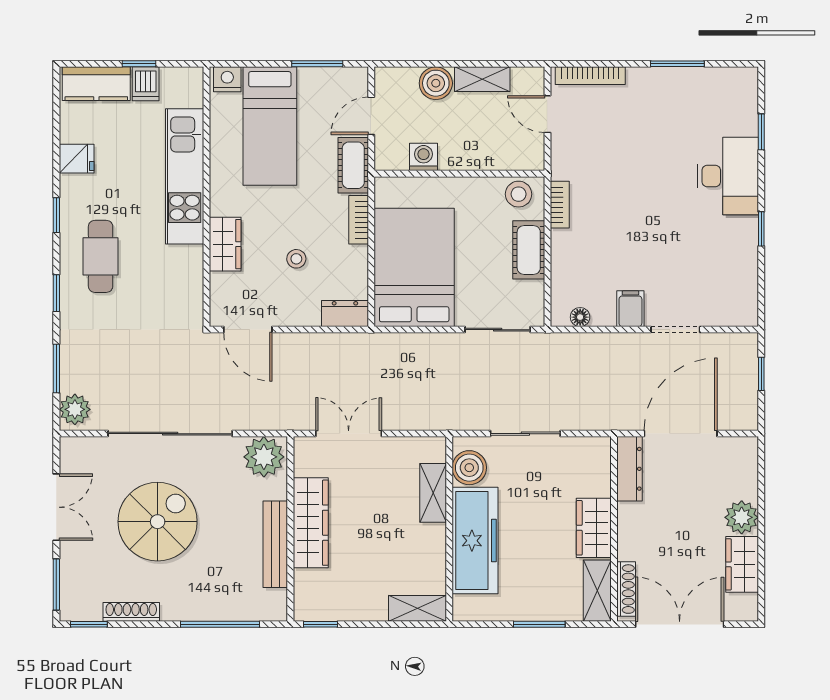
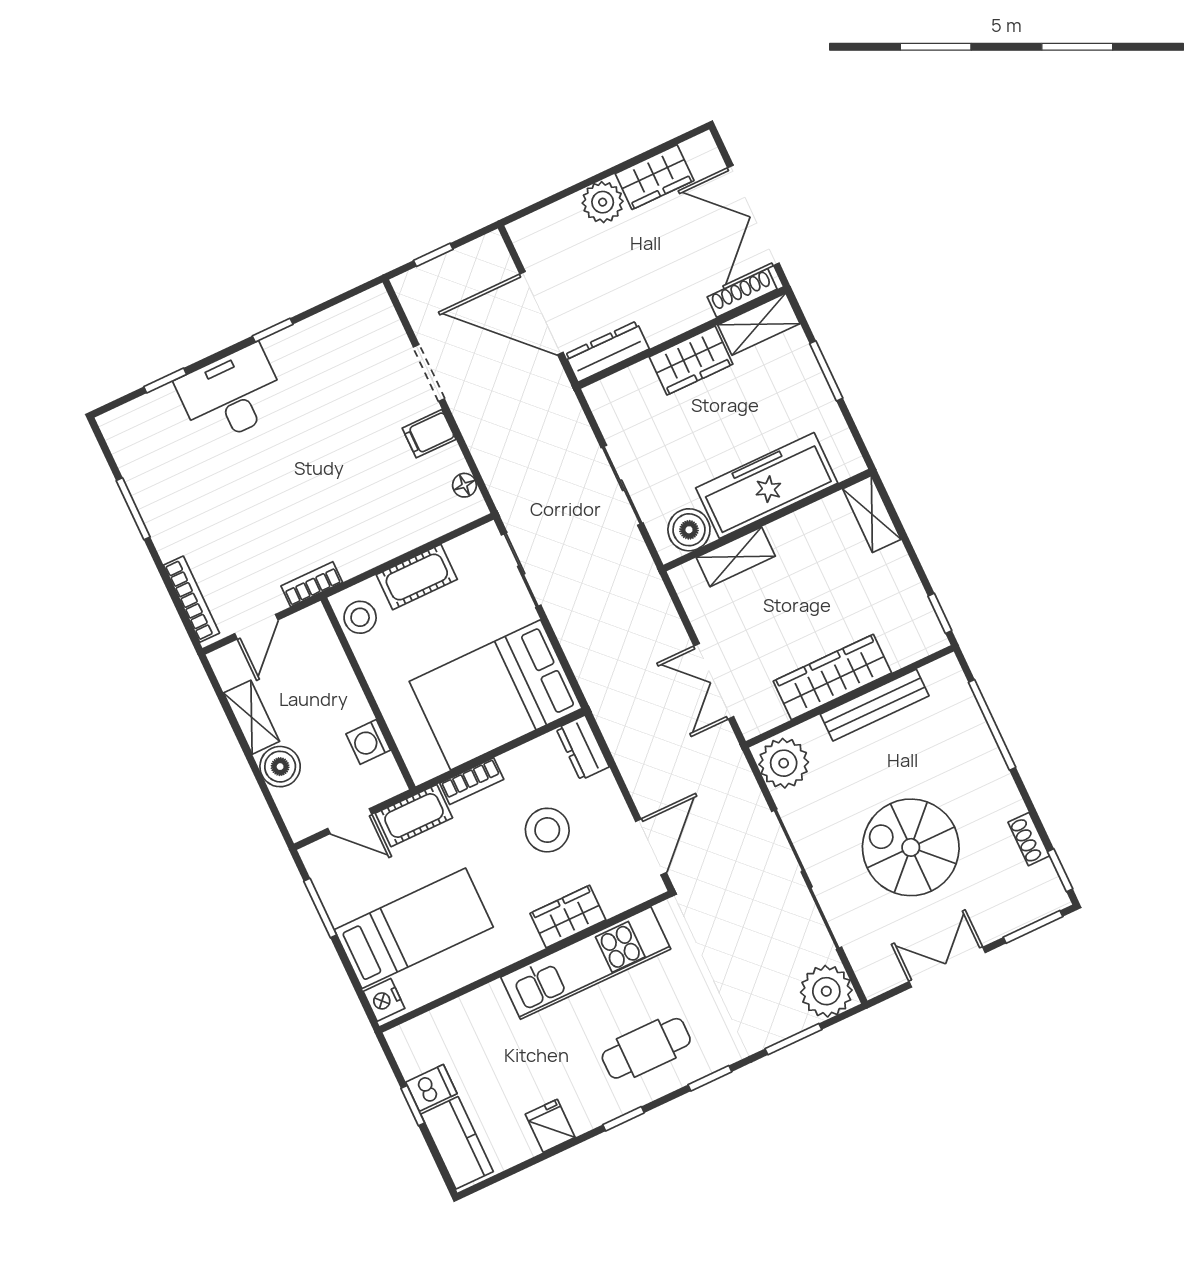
kitchen unit: (185, 176) -> (586, 963), moved
bookcase: (560, 205) -> (312, 584), moved
stool: (296, 259) -> (547, 830), width x1.89, depth x1.89
plant: (75, 409) -> (826, 991), width x1.36, depth x1.36
shoe rack: (131, 612) -> (1029, 839), width x0.70

